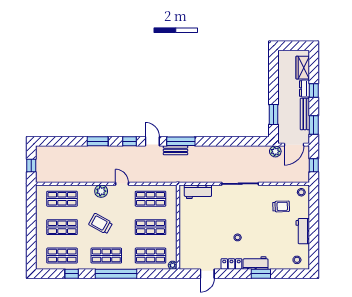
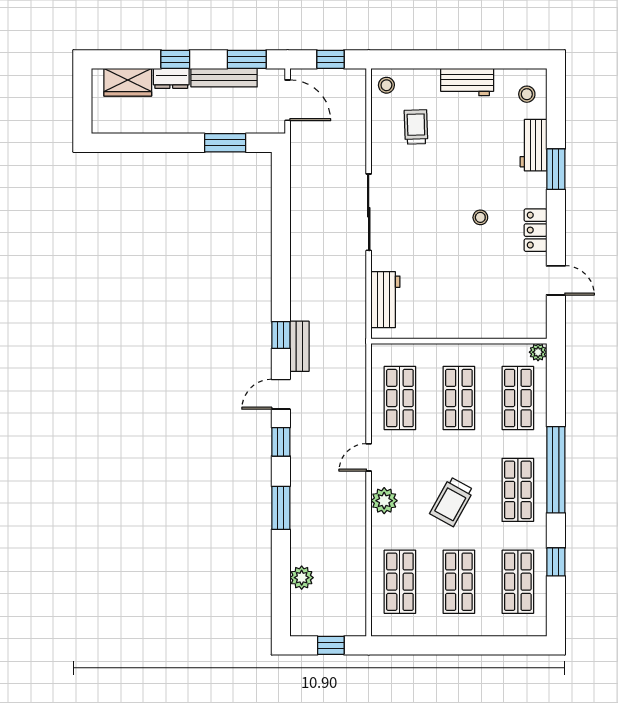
window: (181, 141) -> (281, 335), width x0.46
plant: (275, 151) -> (302, 578), moved
workbench: (256, 263) -> (534, 145), moved

